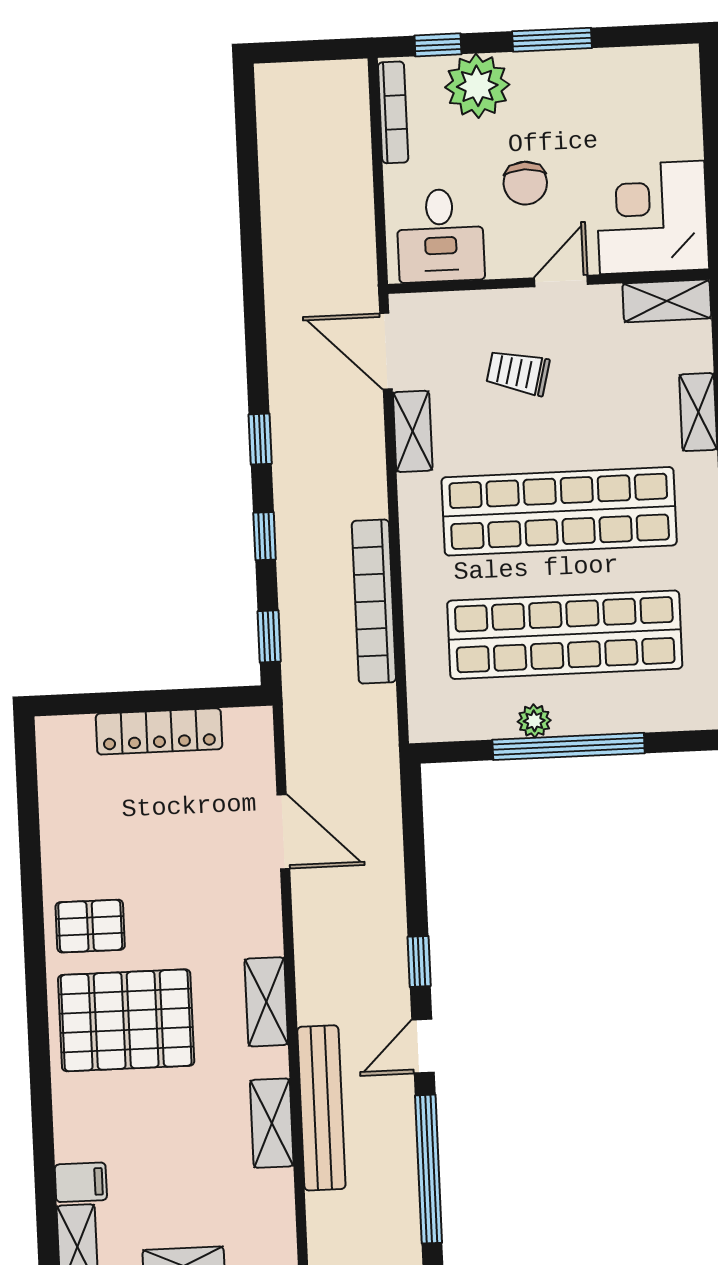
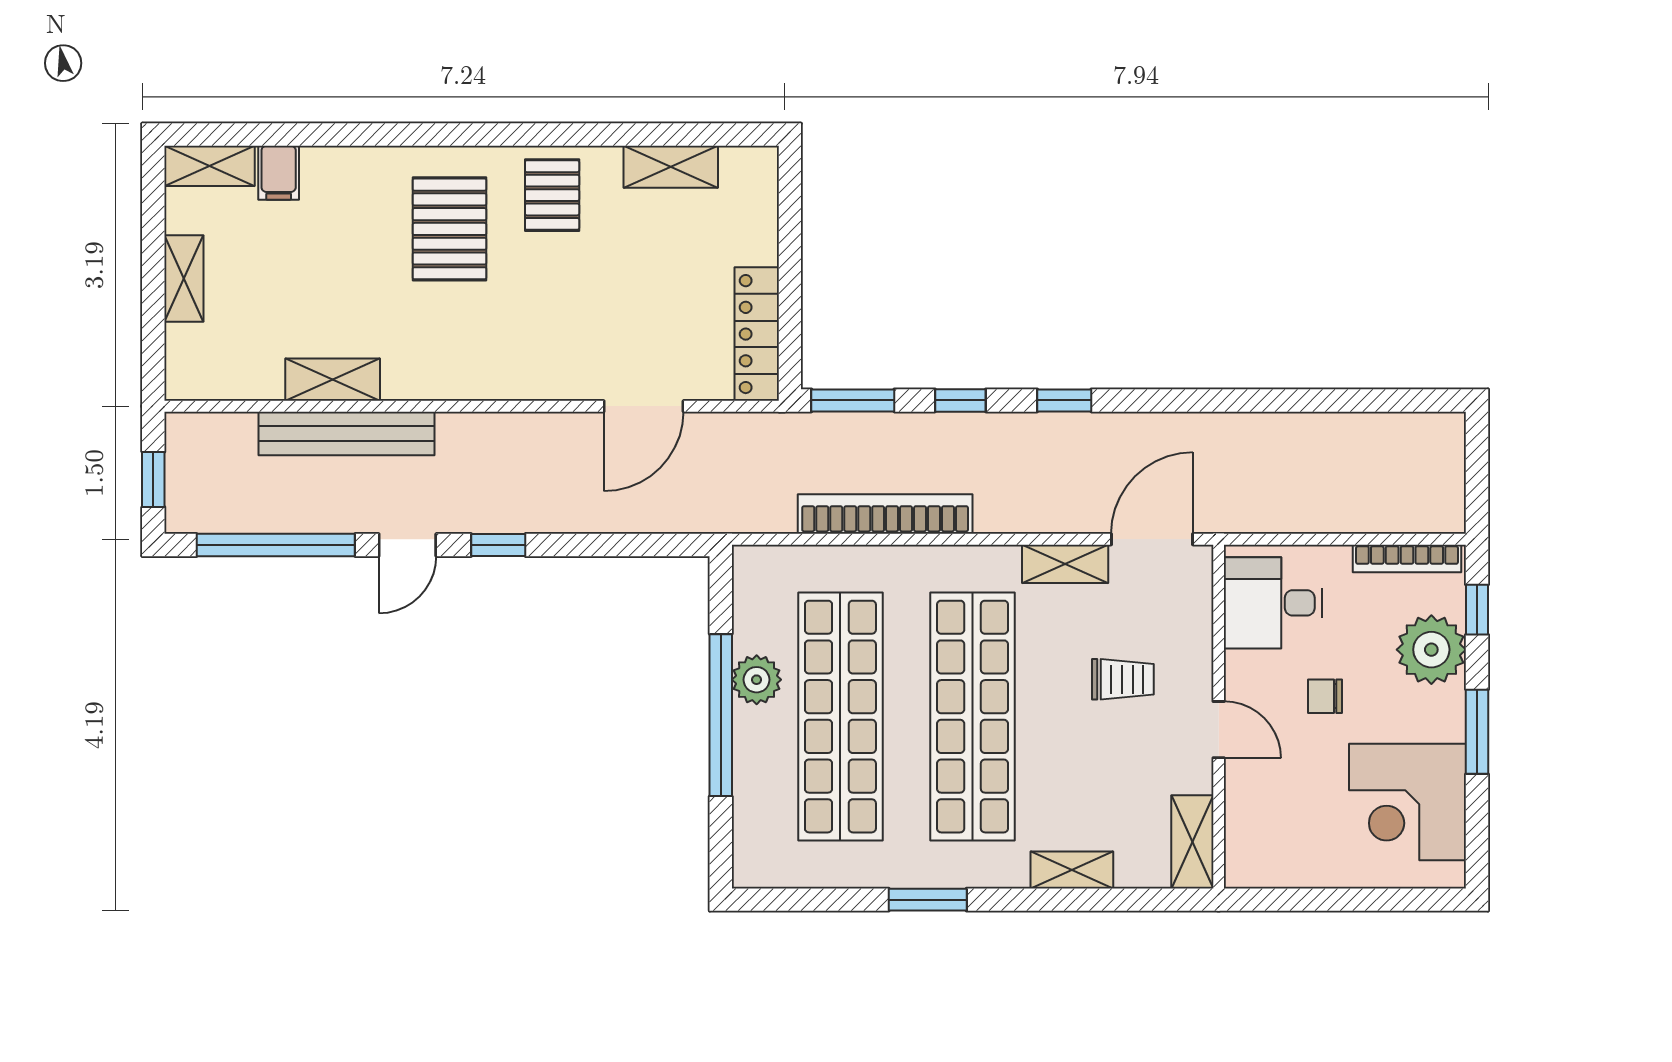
chair: (525, 183) -> (1325, 696), width x0.73, depth x0.73
corner desk: (652, 217) -> (1408, 802), moved, turned 180
trolley: (518, 372) -> (1123, 679), turned 76
window: (269, 636) -> (853, 400), width x1.50
plant: (534, 721) -> (757, 680), width x1.38, depth x1.38
locker: (159, 731) -> (757, 334), moved
shelving: (266, 1002) -> (671, 167), moved
pallet: (126, 1020) -> (449, 229), width x0.73, depth x0.71
door: (423, 1046) -> (407, 545), swing flipped

